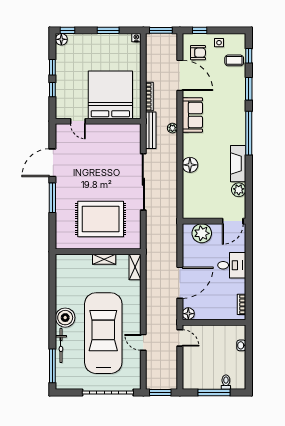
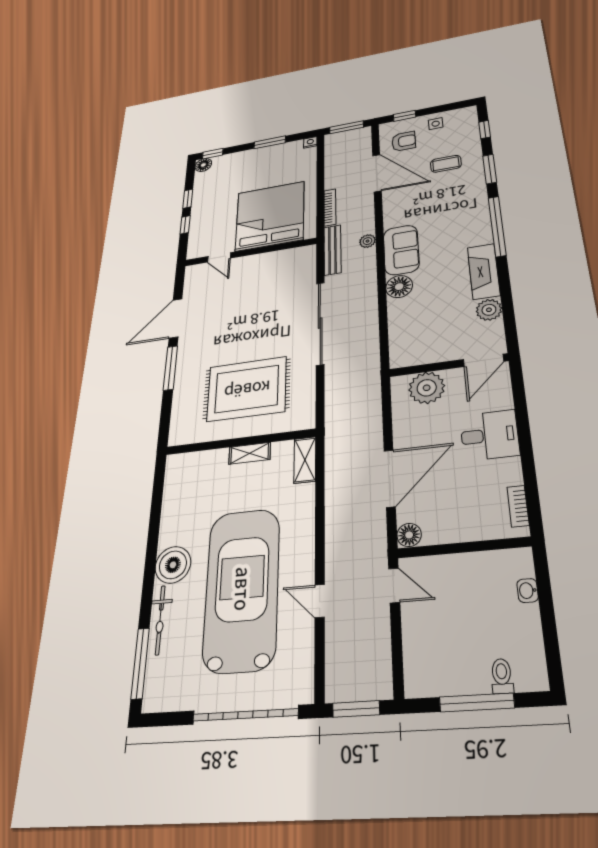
coffee table: (234, 60) -> (446, 164), moved
sofa: (192, 115) -> (401, 250), moved

